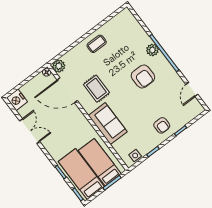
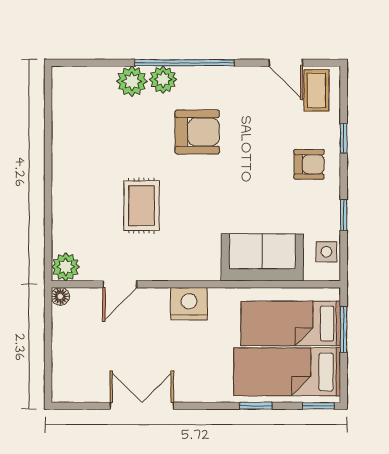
plant: (143, 39) -> (132, 81), added
coffee table: (97, 44) -> (316, 90), moved
rug: (96, 89) -> (141, 206), moved, turned 90
door: (67, 90) -> (120, 284), width x0.53
nightstand: (17, 100) -> (189, 304), moved, turned 180
sofa: (108, 124) -> (262, 257), moved

